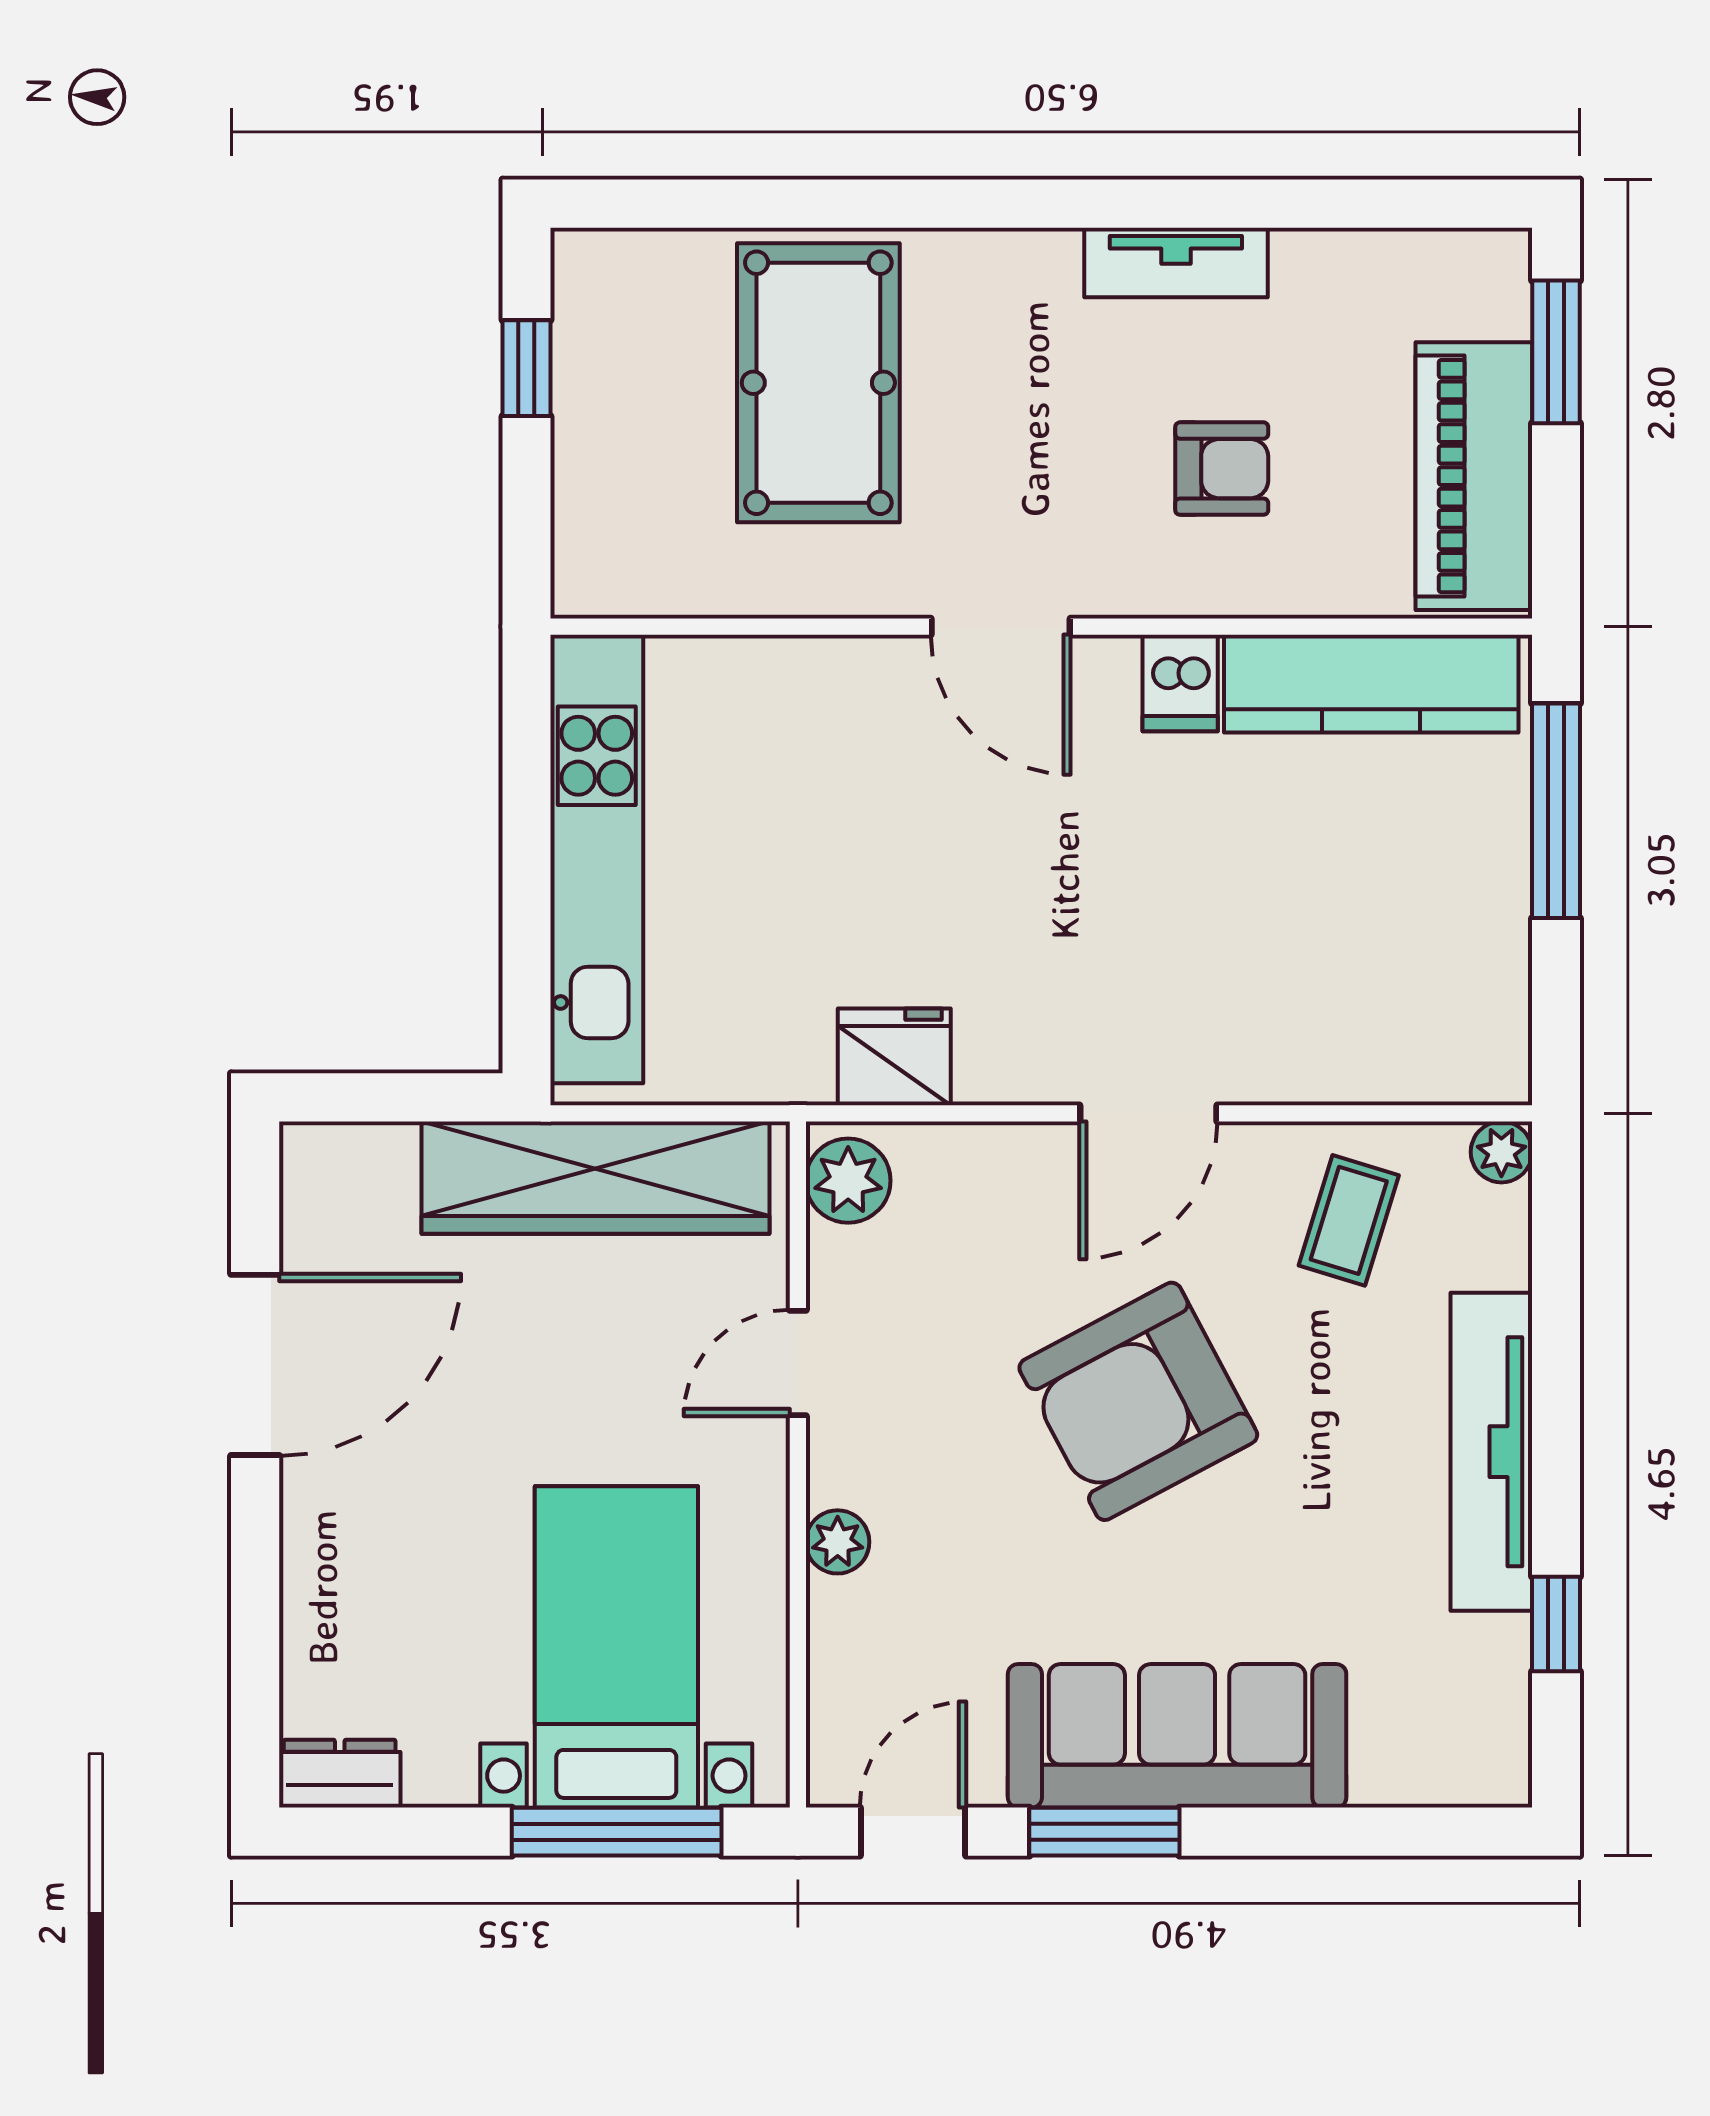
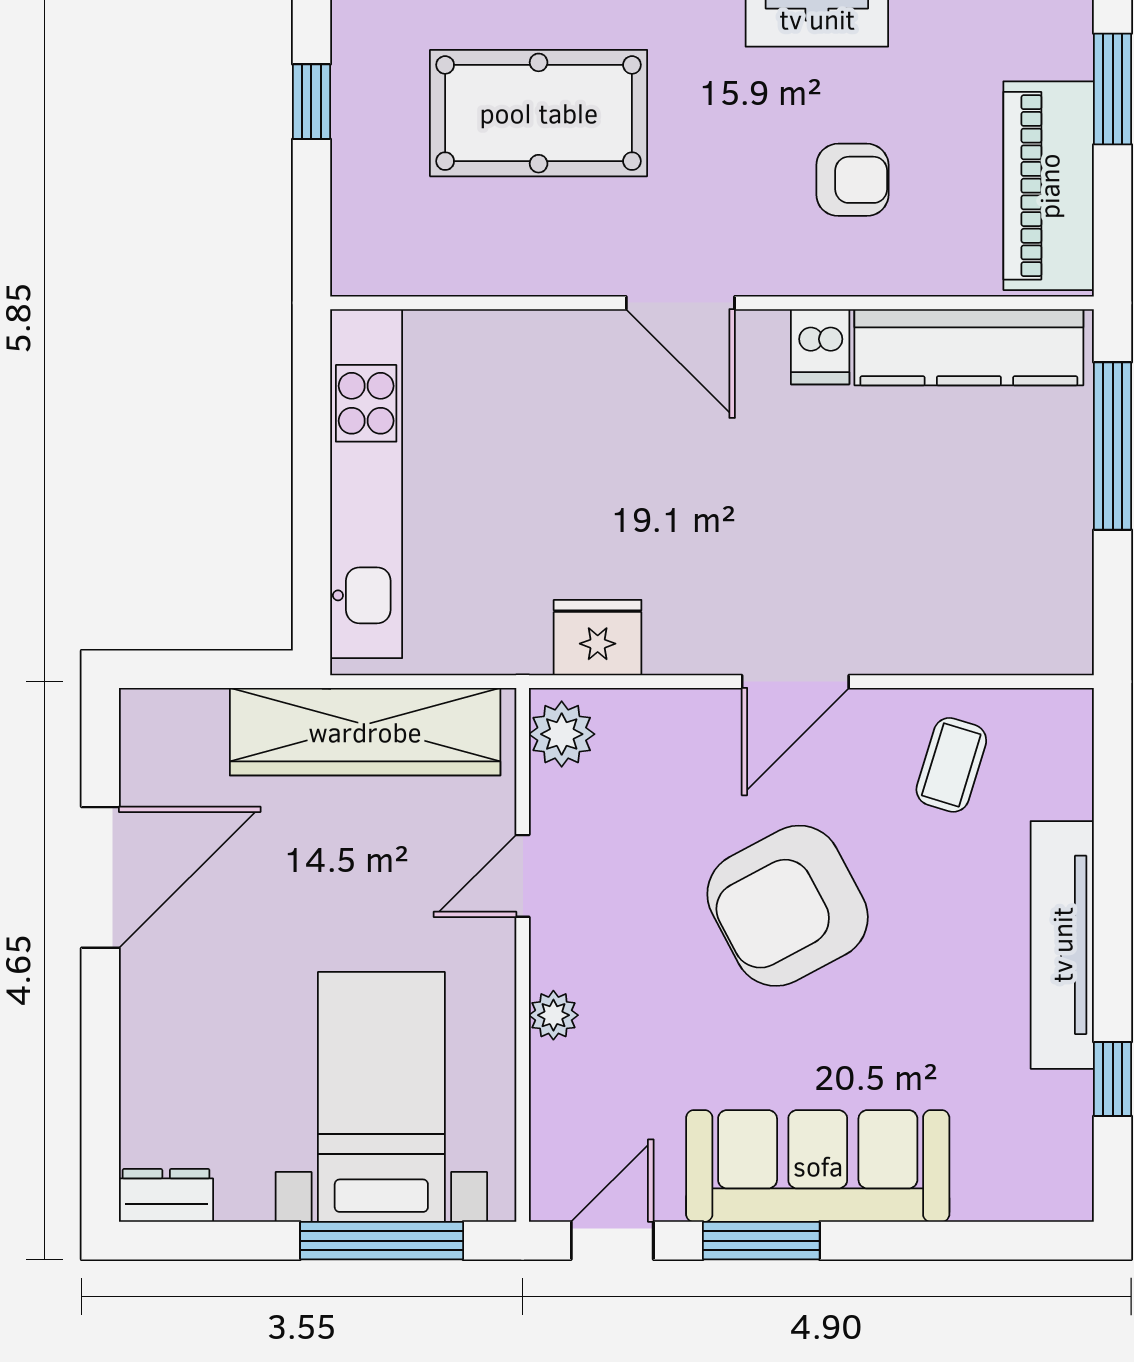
pool table: (818, 383) -> (539, 113), turned 90
plant: (1501, 1152) -> (1070, 712), removed

